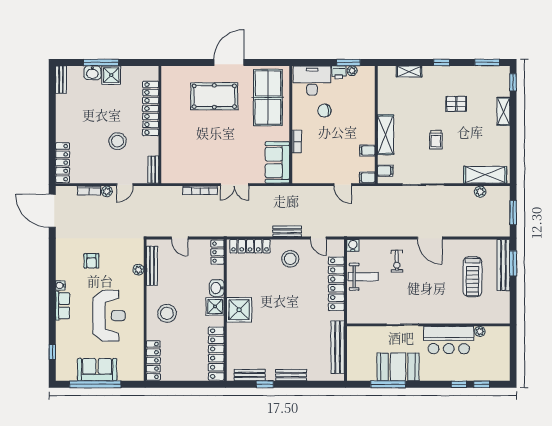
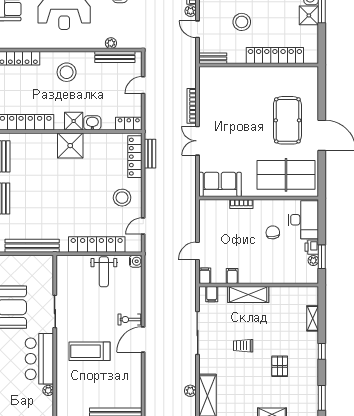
bench: (287, 231) -> (150, 154), moved
exercise bike: (397, 261) -> (129, 320), moved
treadmill: (472, 277) -> (89, 351), moved

